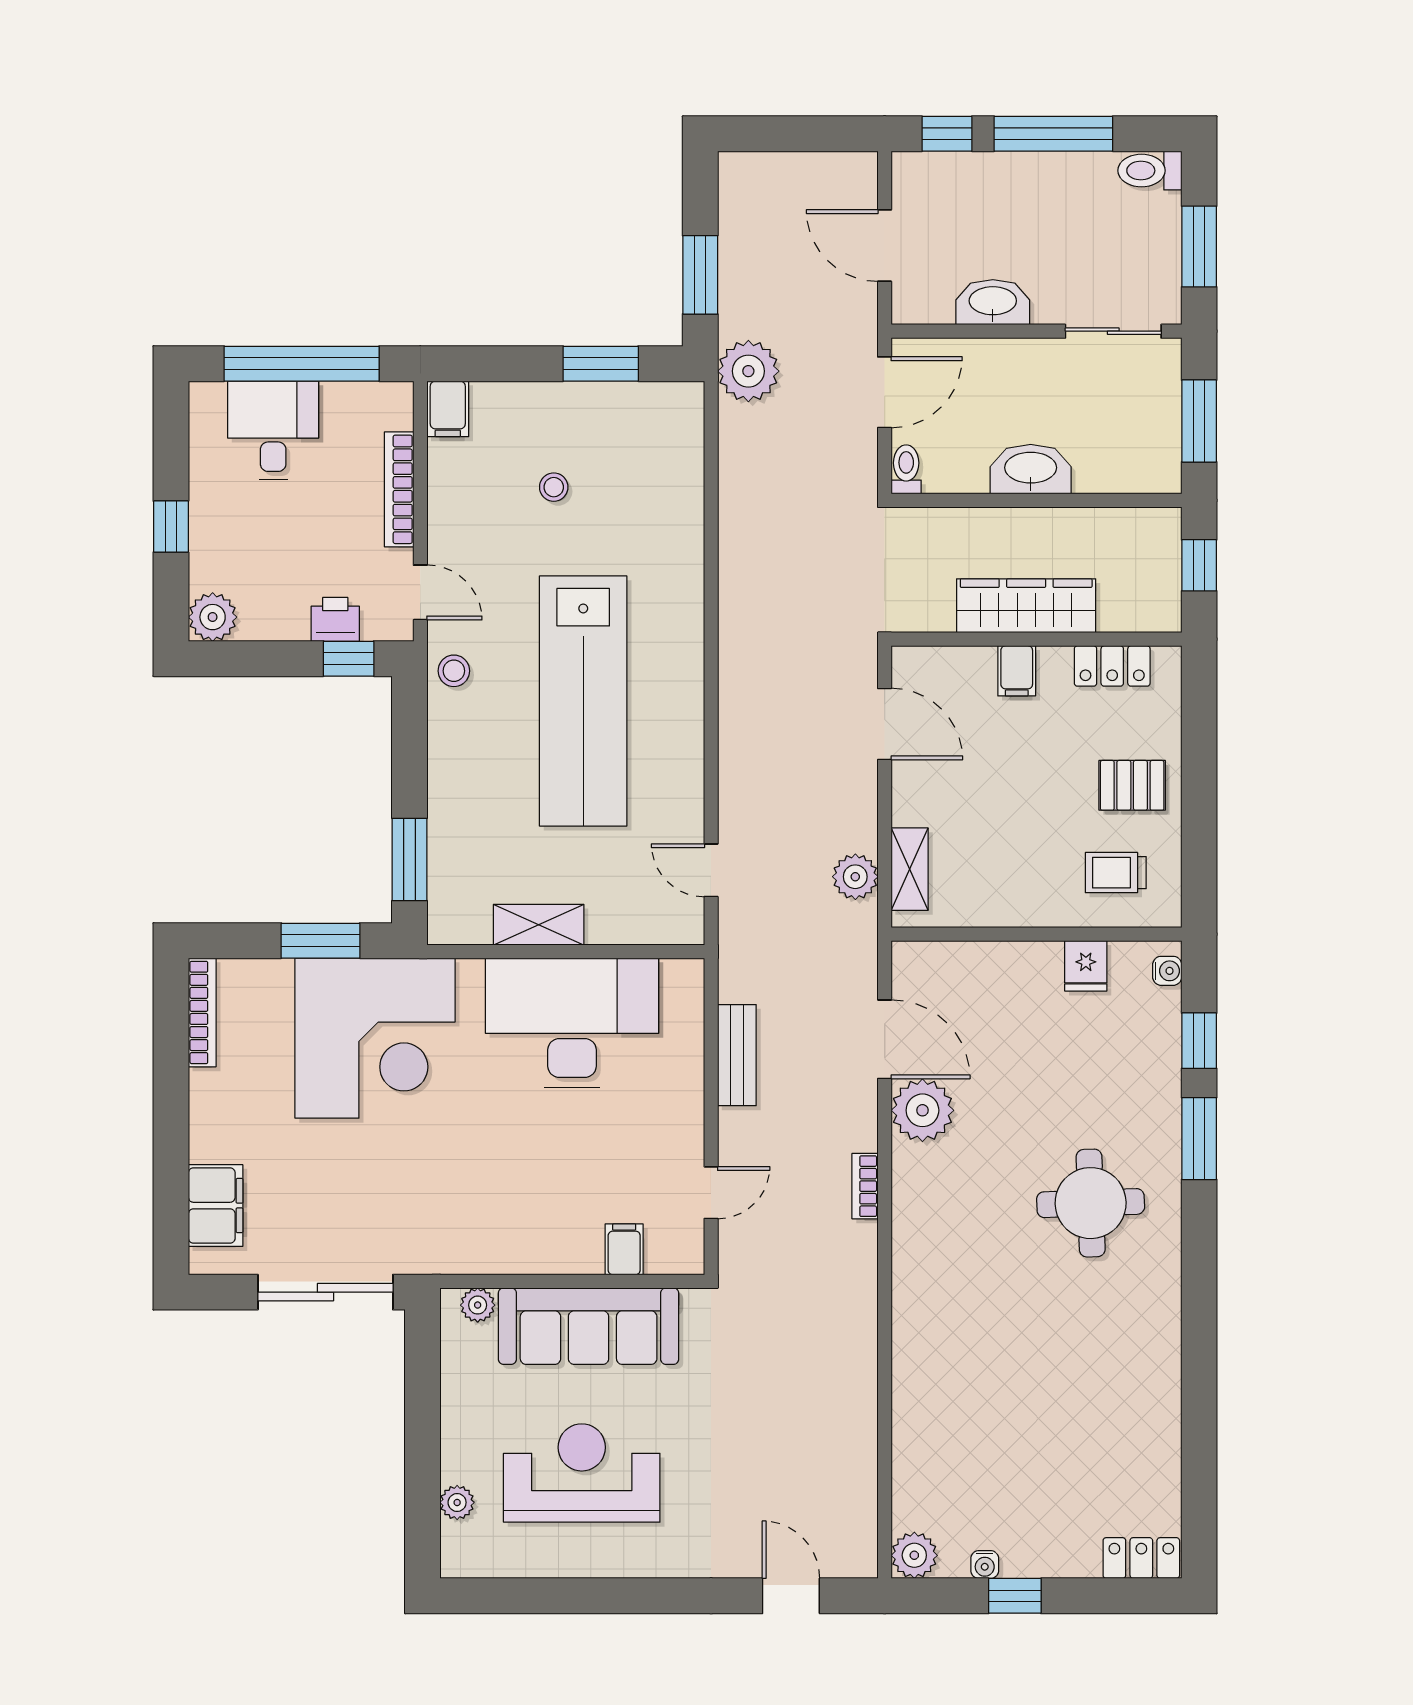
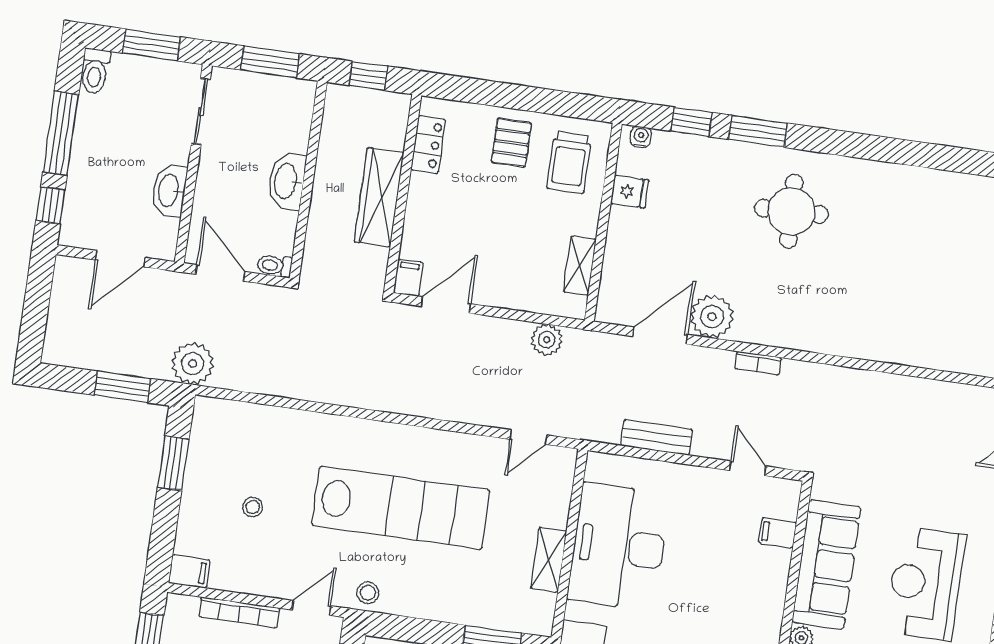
filing cabinet: (1017, 671) -> (408, 278), moved, turned -90
shelving: (910, 869) -> (580, 265), moved, turned 90
trolley: (1116, 873) -> (569, 162), width x1.36, depth x1.39

